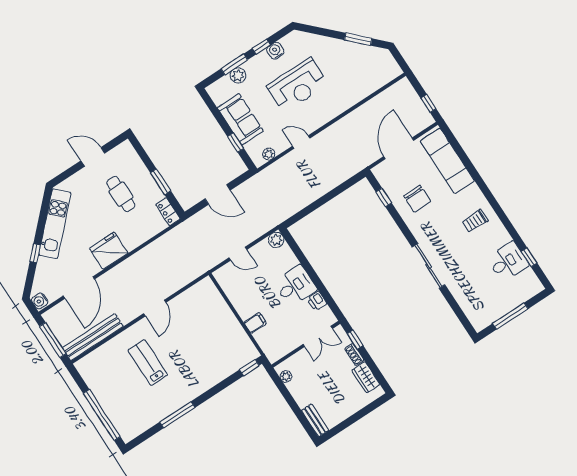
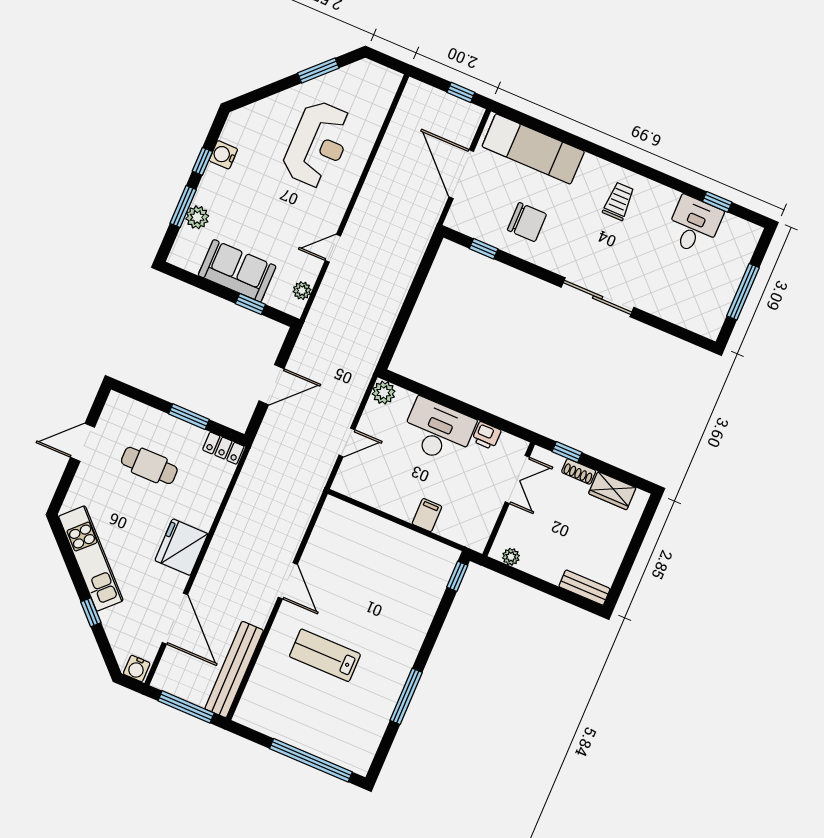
reception desk: (297, 85) -> (318, 144), moved
trolley: (475, 221) -> (619, 201), turned 180
desk: (295, 286) -> (438, 431), width x1.37

